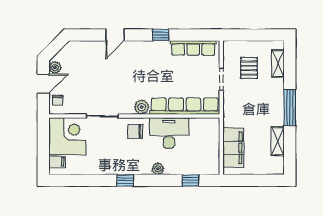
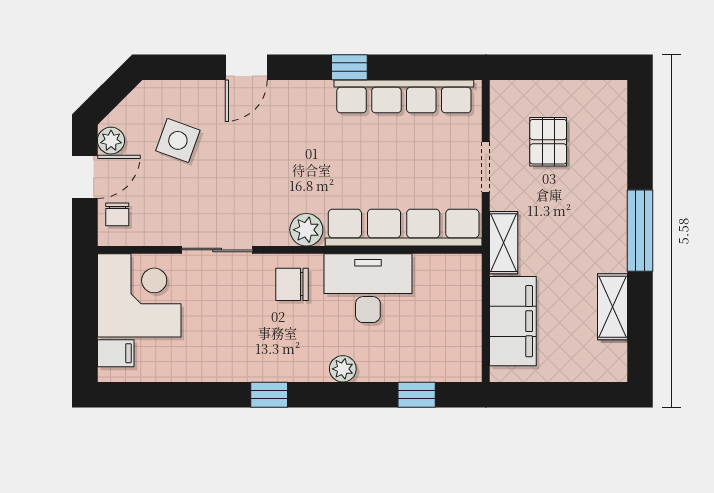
row of seats: (193, 48) -> (404, 96), width x1.36
shelving: (278, 63) -> (504, 243), moved
side table: (85, 67) -> (178, 140), added

